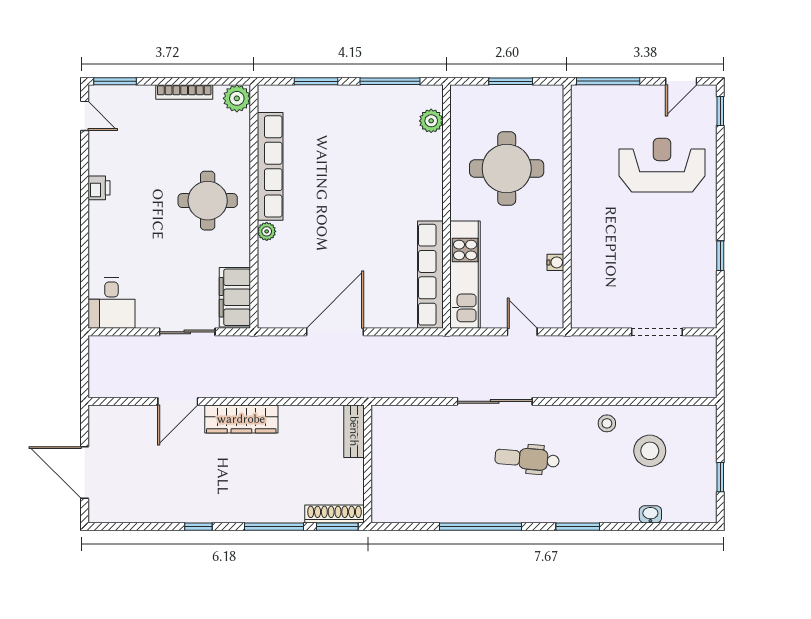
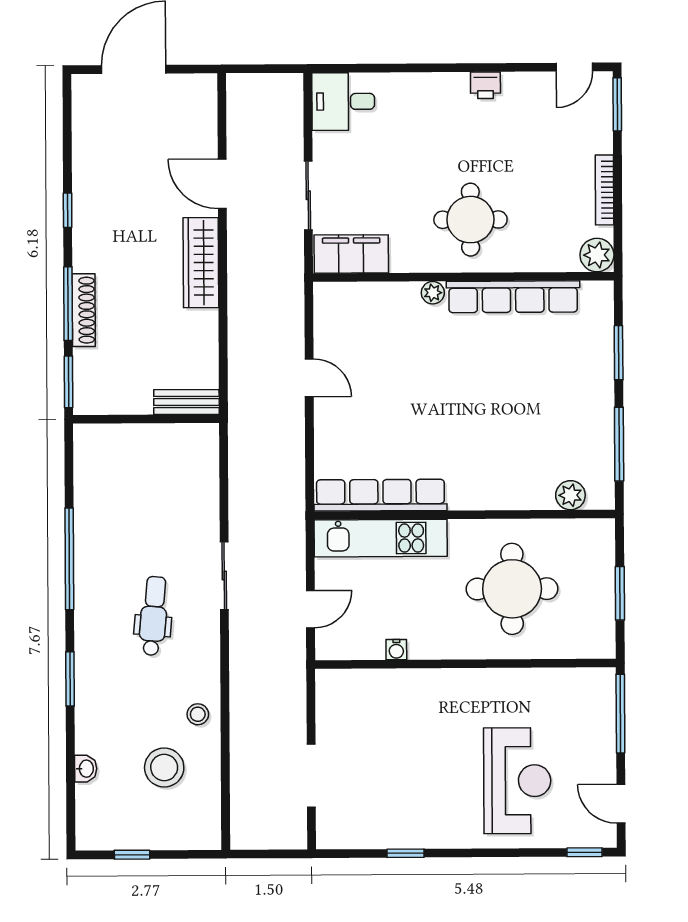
door: (335, 332) -> (309, 378), width x0.53
sliding door: (495, 401) -> (224, 576), width x0.73
shoe rack: (335, 514) -> (84, 310), moved

